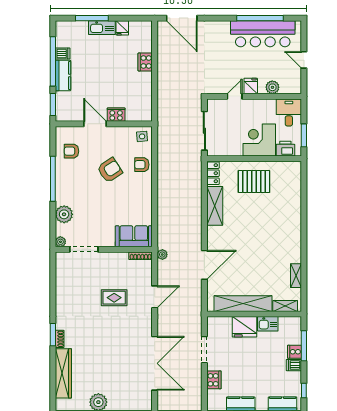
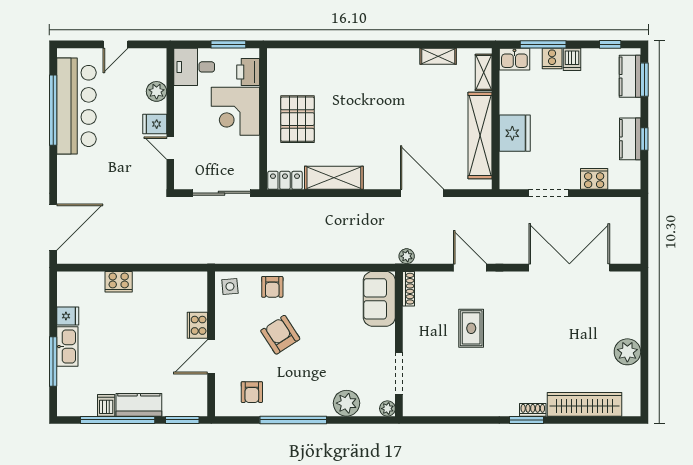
kitchen sink: (268, 324) -> (514, 59), moved, turned 90

